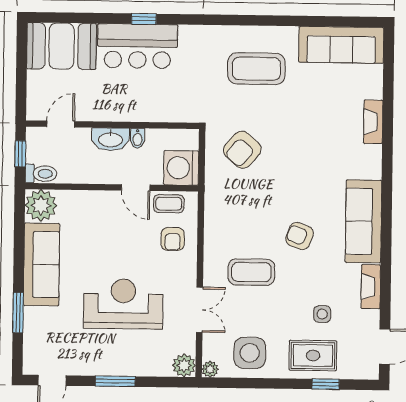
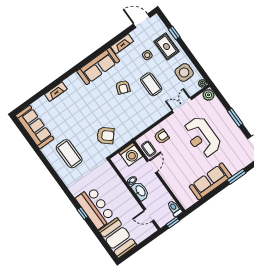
plant: (41, 205) -> (187, 199), removed
coffee table: (251, 272) -> (151, 84), moved

